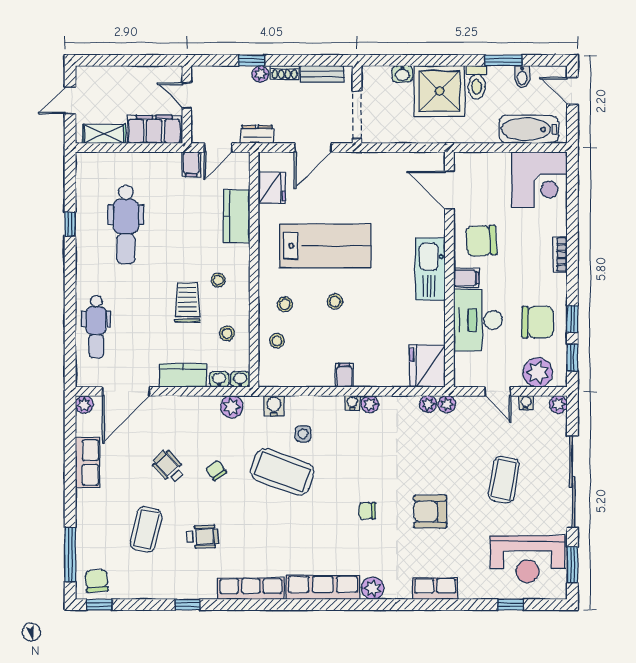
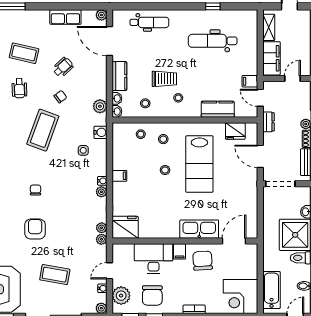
kitchen sink: (430, 269) -> (199, 229), moved
dental chair: (96, 327) -> (149, 22), turned 180
coffee table: (282, 472) -> (43, 130), moved

